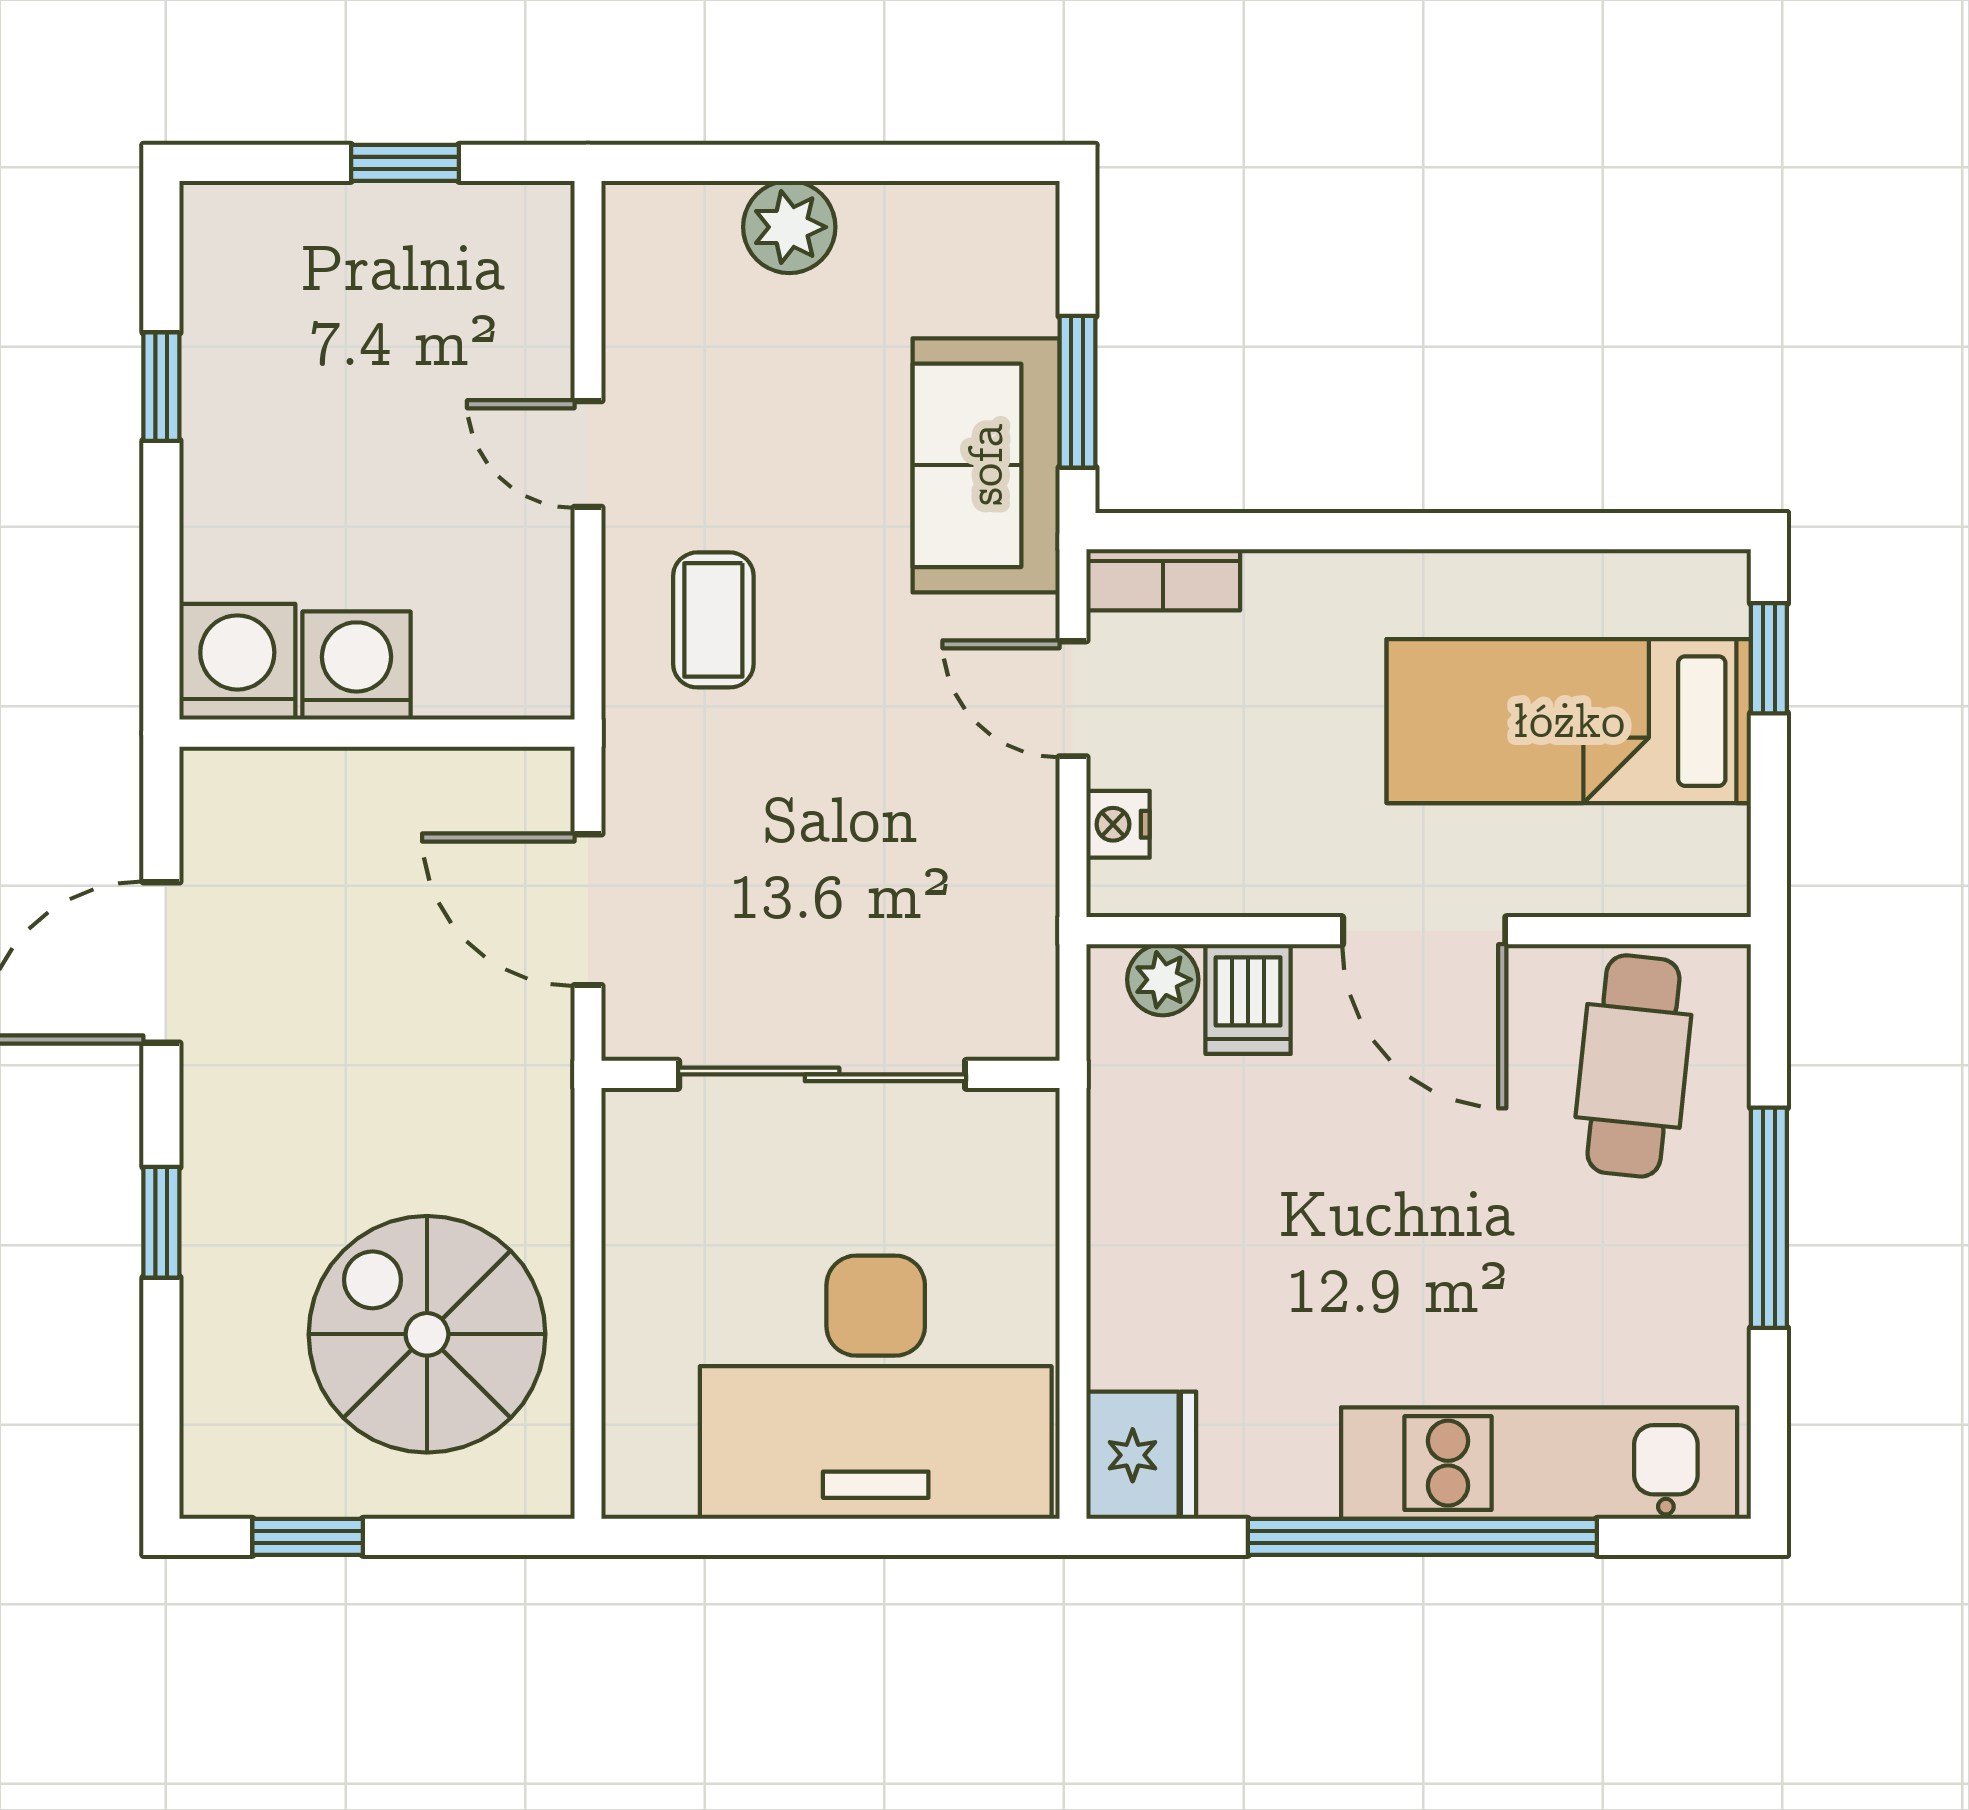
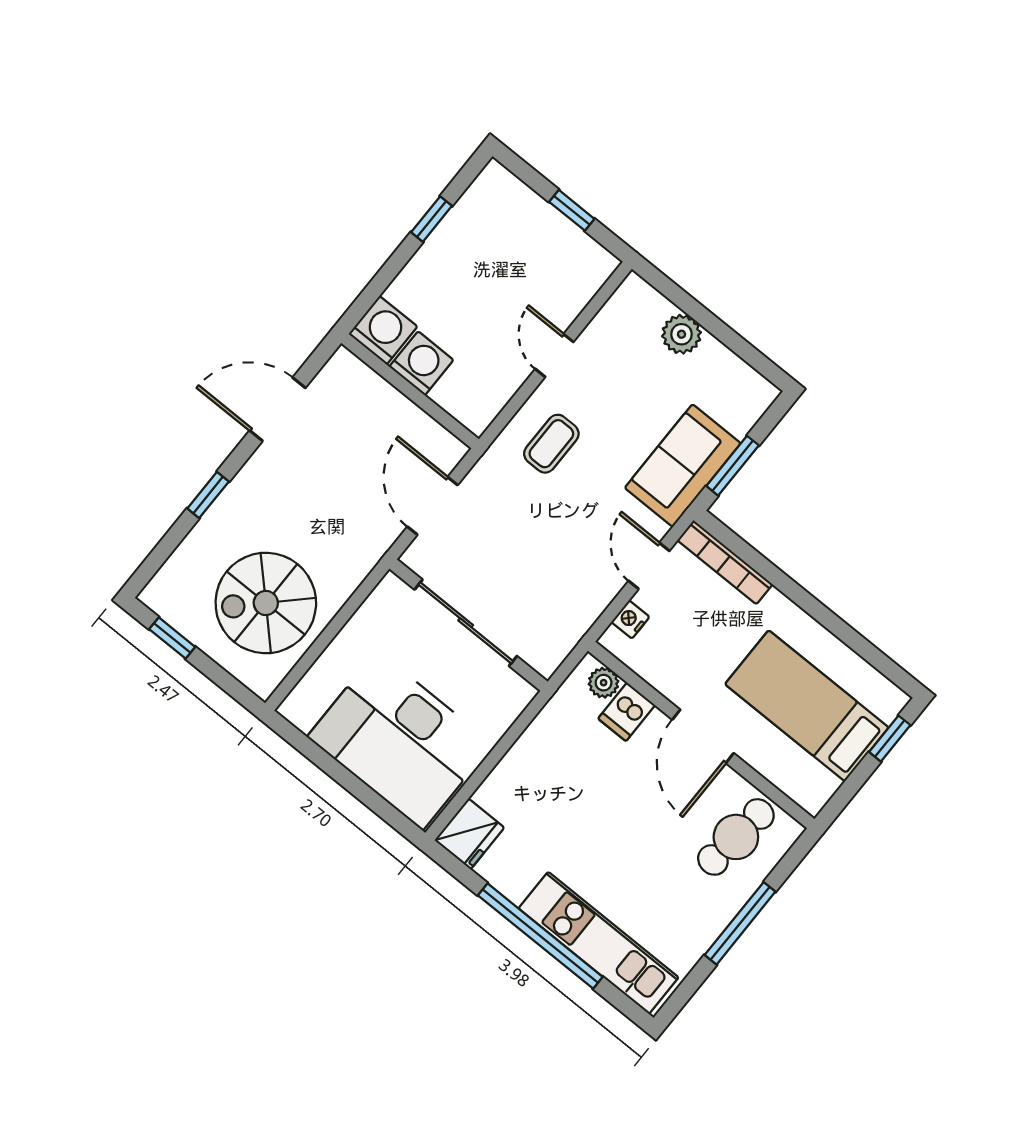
bookcase: (1163, 580) -> (725, 562), width x1.56
spiral stairs: (427, 1334) -> (266, 603), turned -90

